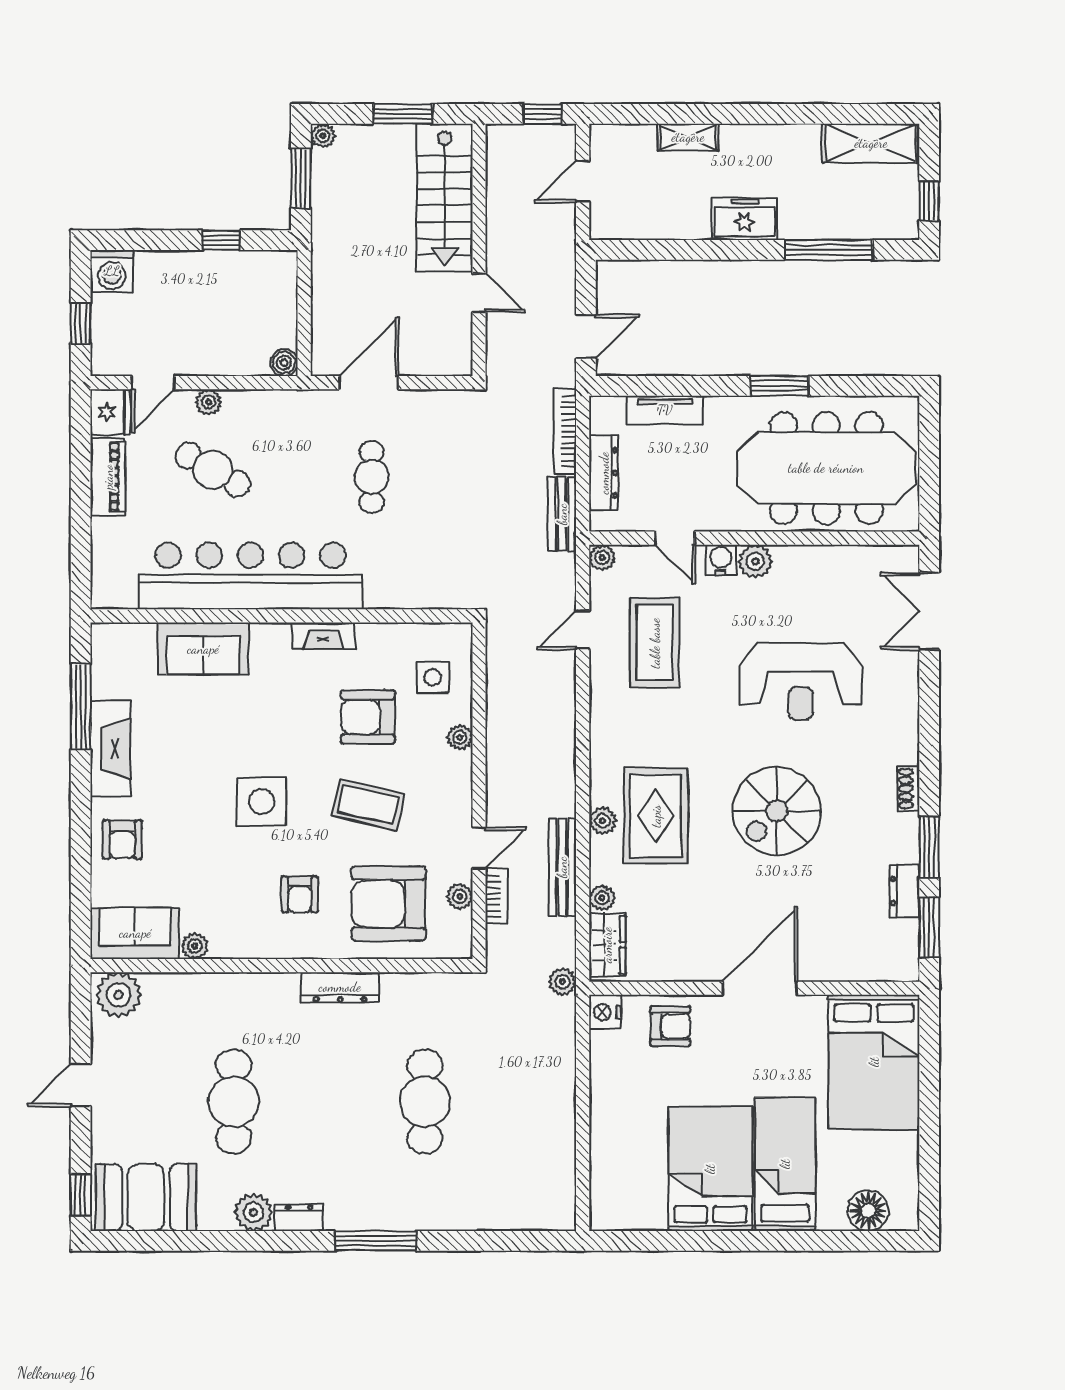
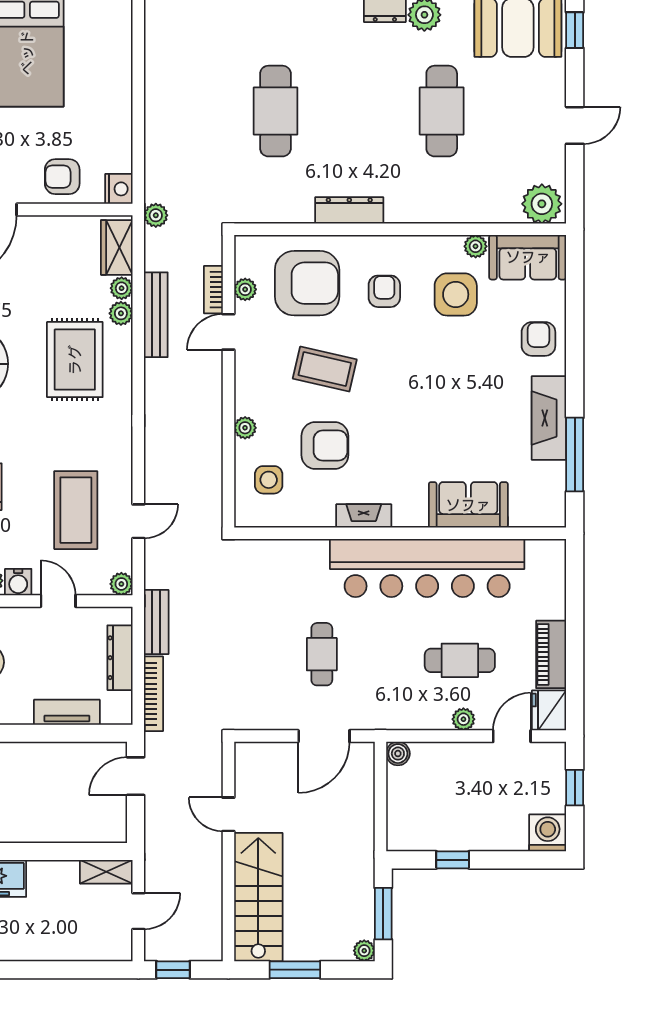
shelving: (688, 137) -> (106, 872), moved
cafe table: (213, 470) -> (460, 660), turned -30
side table: (262, 802) -> (456, 294), moved
plant: (603, 821) -> (121, 313), moved

